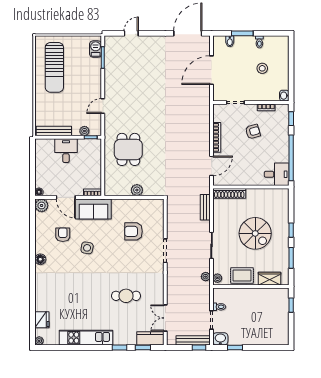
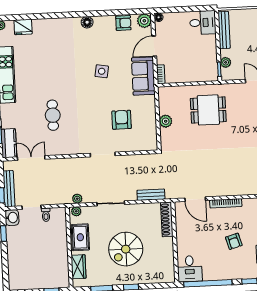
desk: (66, 151) -> (203, 23), moved
armchair: (63, 235) -> (123, 23), moved

